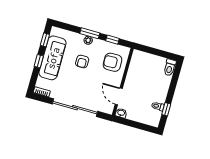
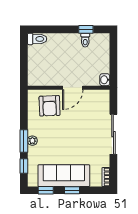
window: (112, 40) -> (24, 166), moved
armchair: (82, 61) -> (58, 141), removed
door: (119, 96) -> (73, 88), moved
sliding door: (75, 108) -> (113, 134), width x0.73

